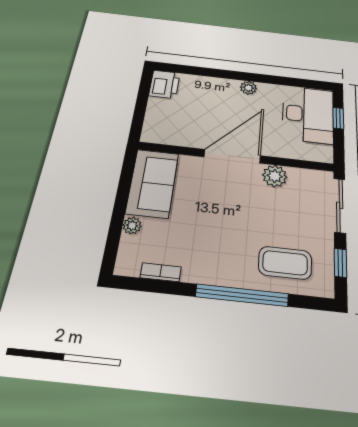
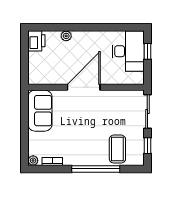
plant: (248, 88) -> (66, 36), moved
plant: (275, 176) -> (109, 97), removed
plant: (132, 226) -> (33, 161), moved
coffee table: (285, 263) -> (117, 149), turned 90

